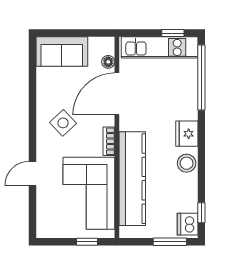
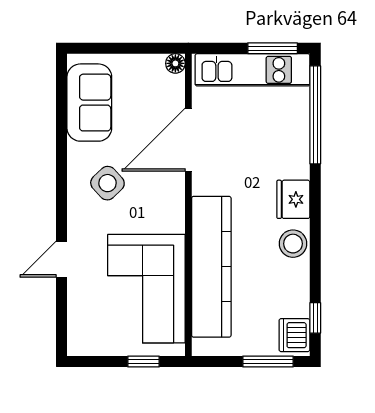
window: (173, 33) -> (273, 48), width x1.50
sofa: (62, 52) -> (89, 103), moved, turned -90
floor lamp: (108, 62) -> (175, 63), moved
bookcase: (109, 141) -> (177, 211), removed

